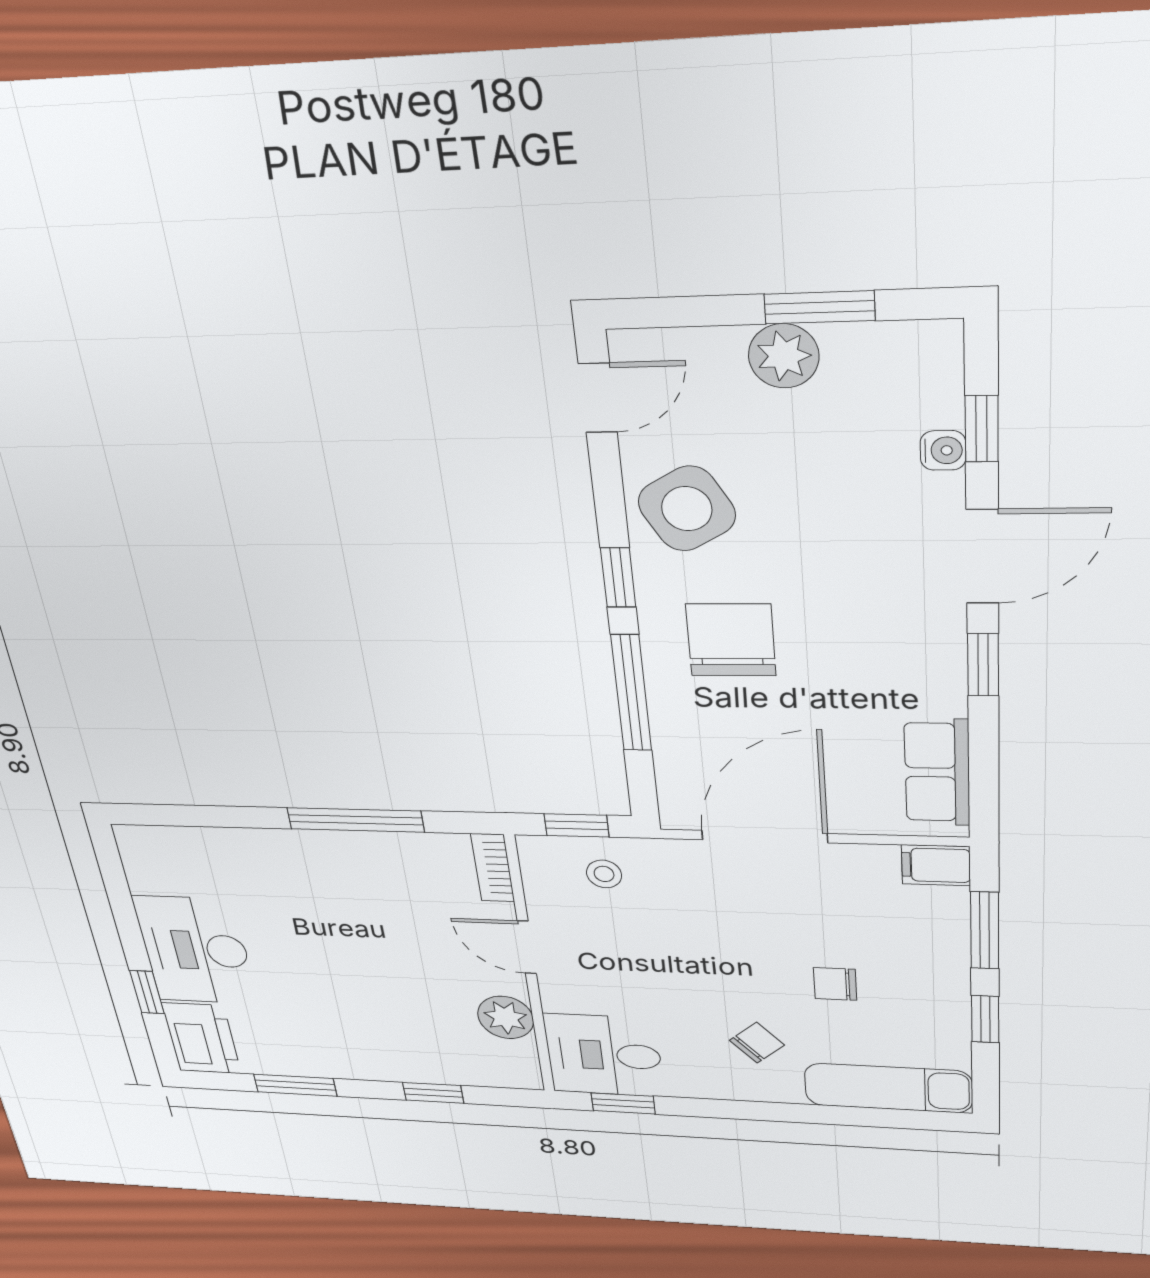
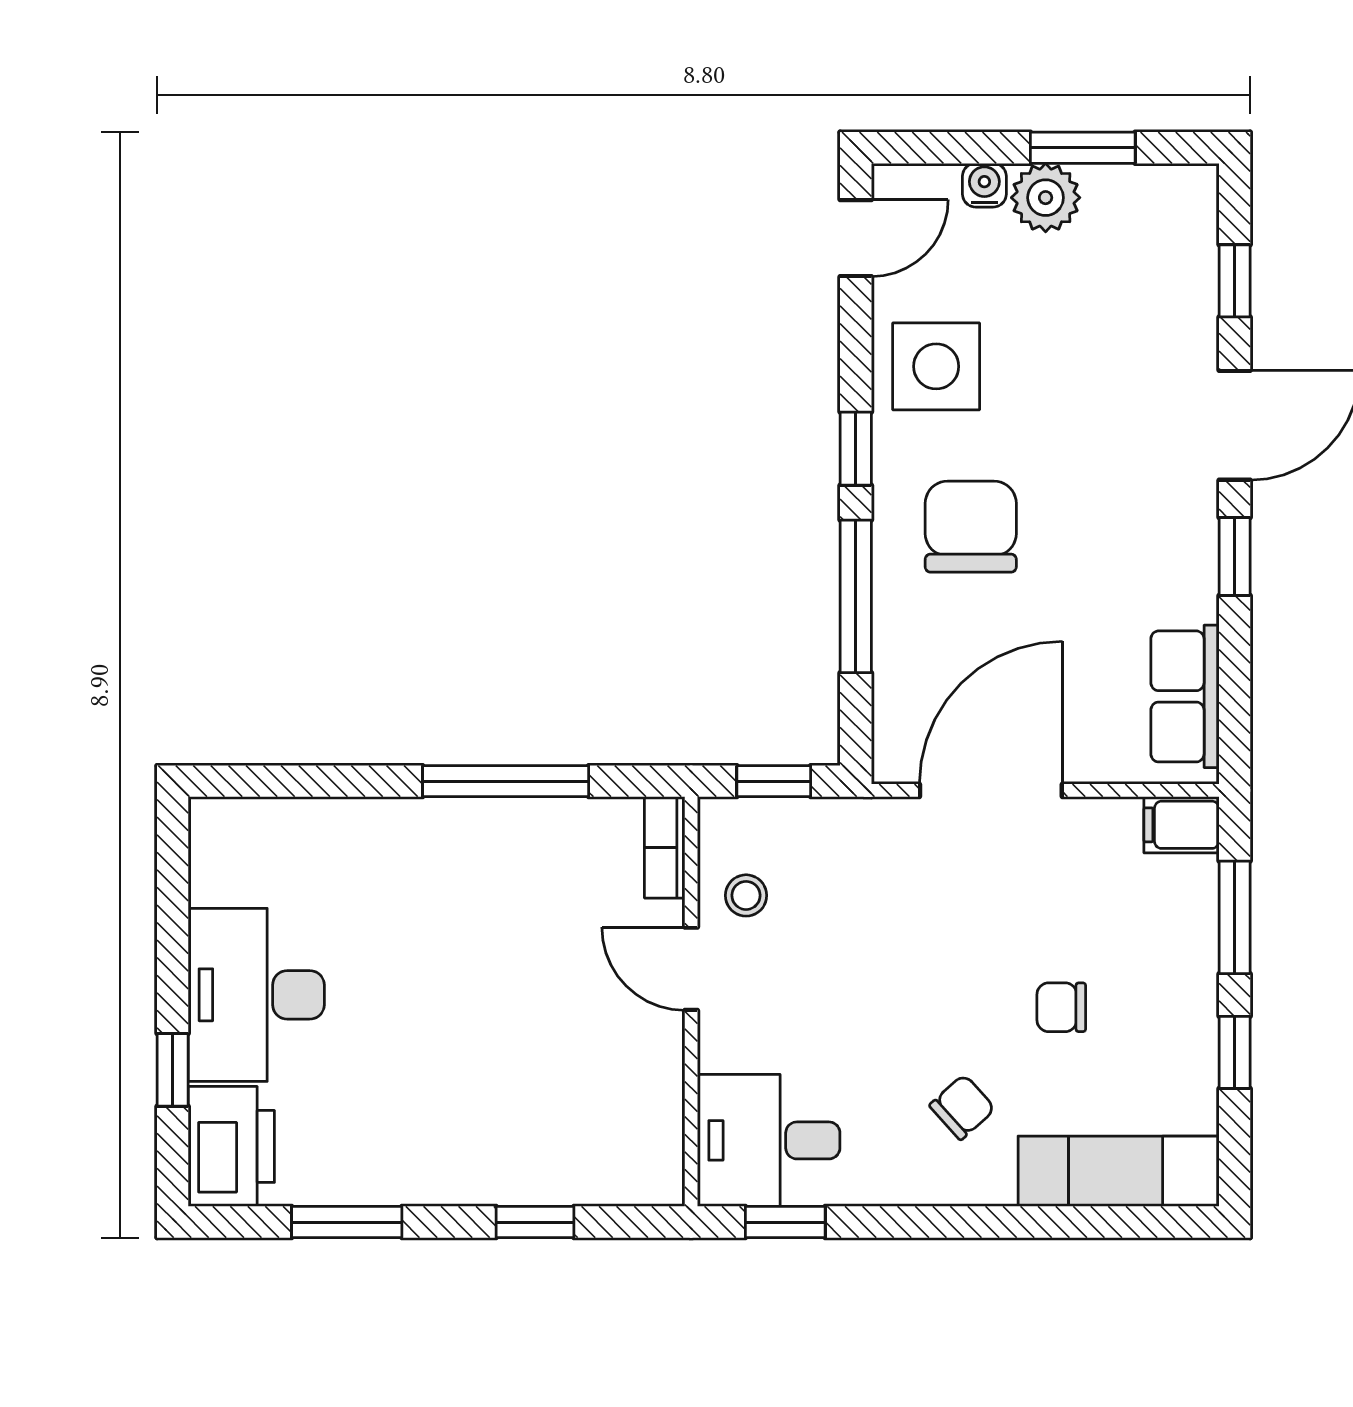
water cooler: (943, 450) -> (984, 185), moved, turned -90
side table: (687, 509) -> (936, 366), turned 30
stool: (604, 874) -> (746, 895), moved
plant: (506, 1017) -> (650, 1085), removed

